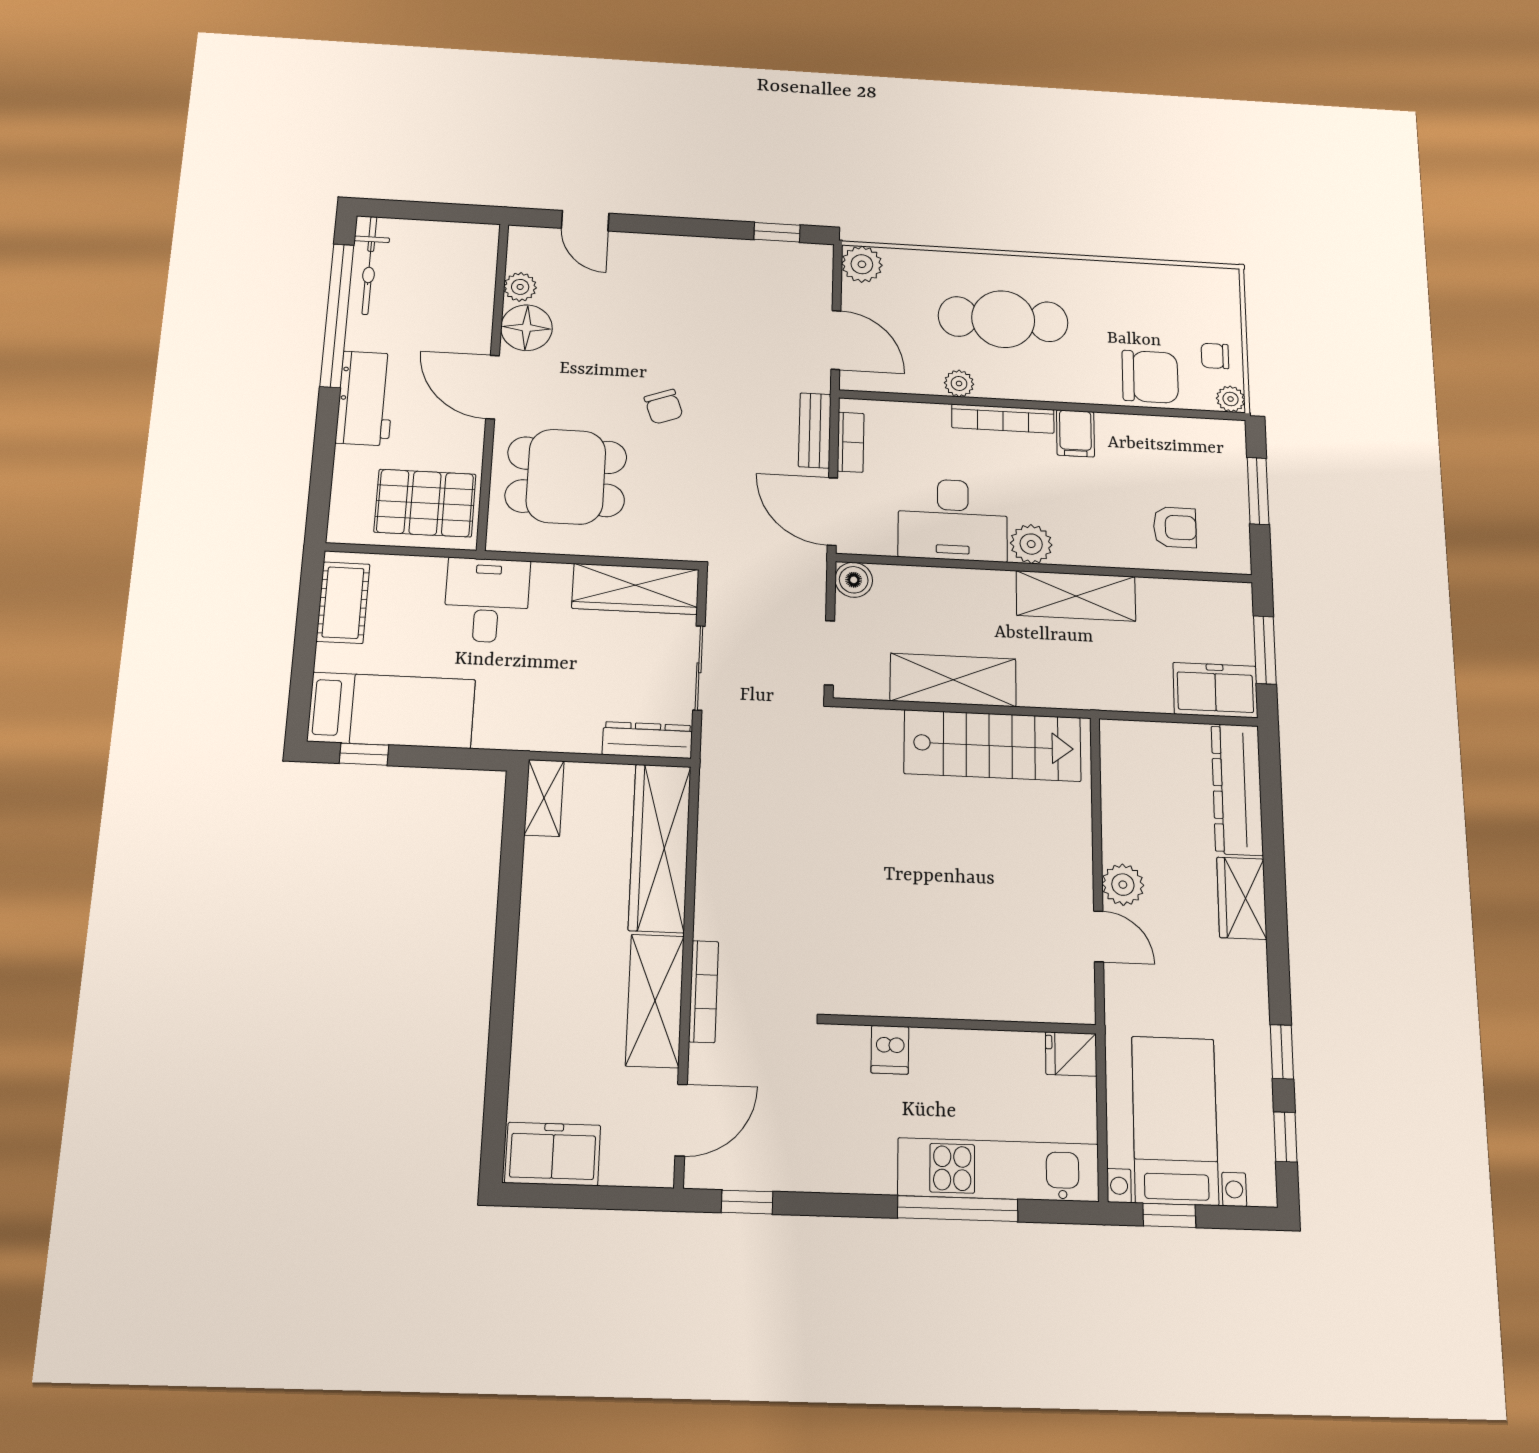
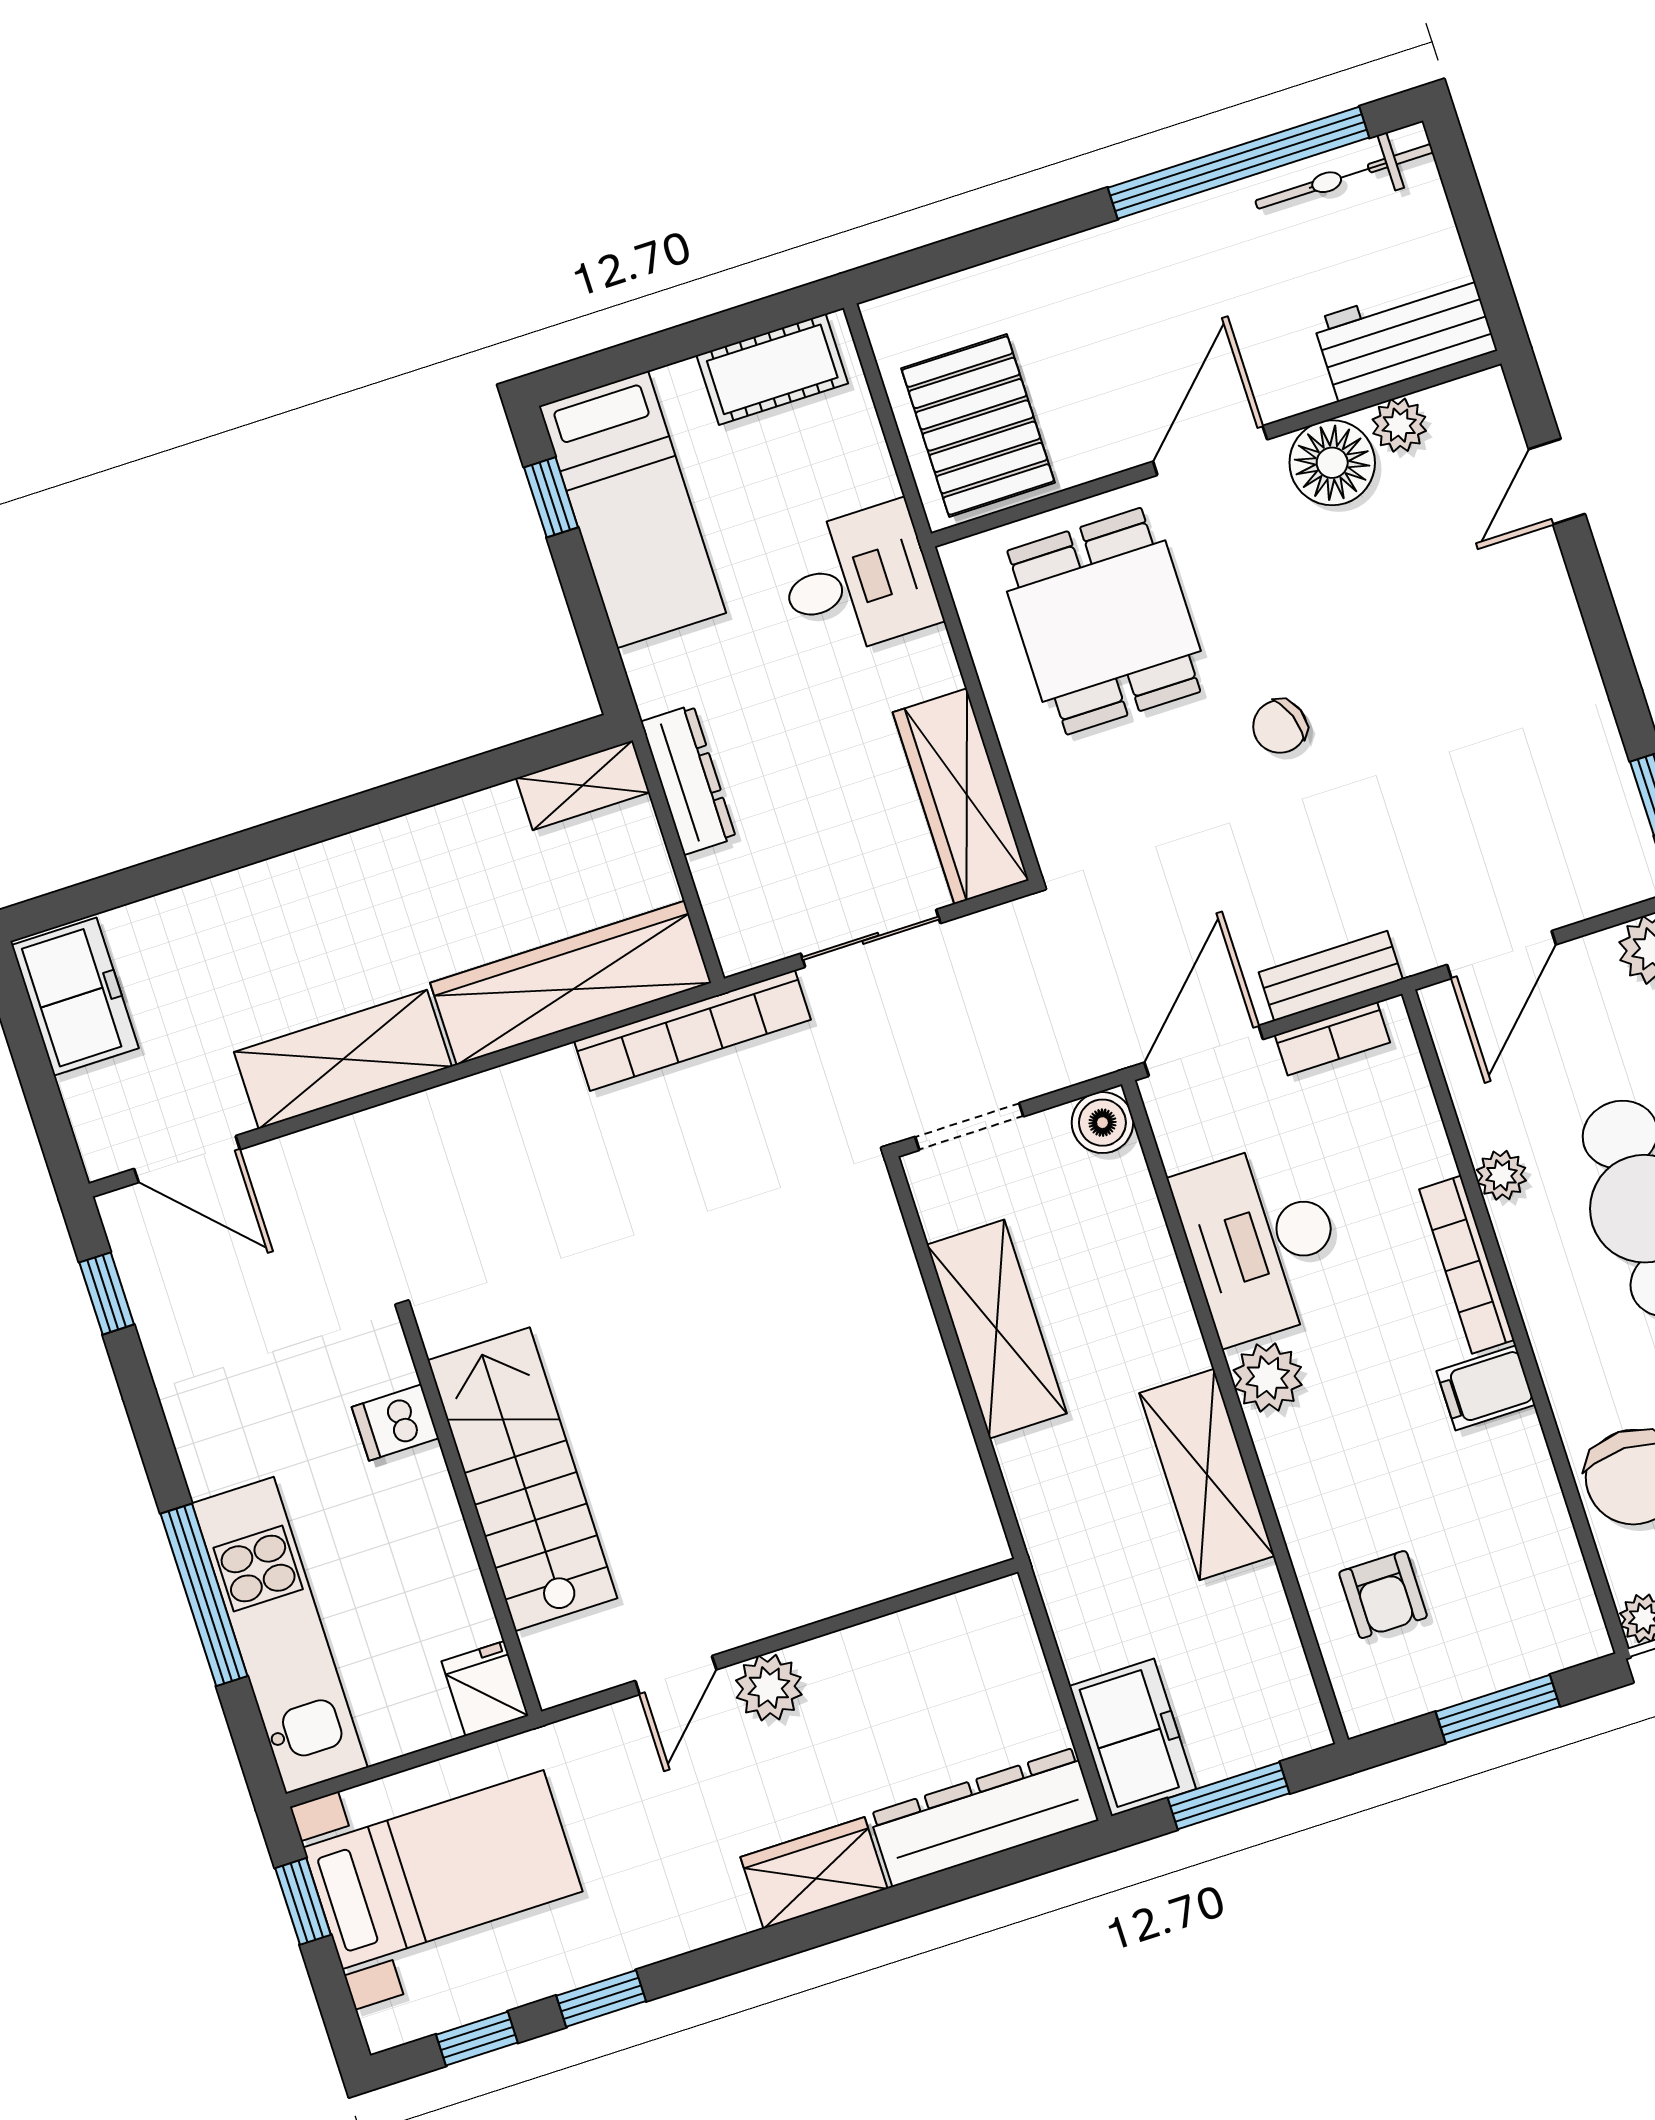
workbench: (366, 398) -> (1405, 335), moved, turned 180
dresser: (647, 740) -> (688, 780), moved
stairs: (993, 746) -> (522, 1479), moved, turned 180
bookcase: (704, 991) -> (692, 1030), moved, width x1.48, depth x1.31

